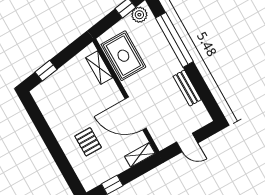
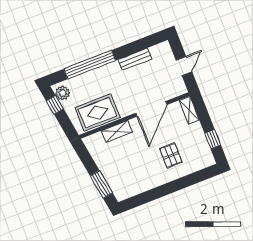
shelving: (99, 68) -> (117, 131), moved
window: (46, 71) -> (101, 184), width x1.50
pallet: (88, 142) -> (171, 155), turned 90

